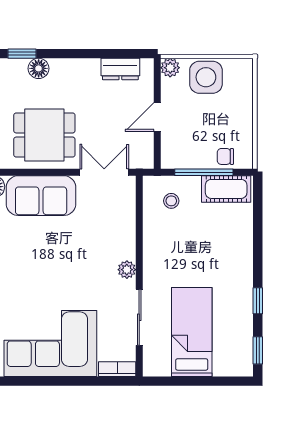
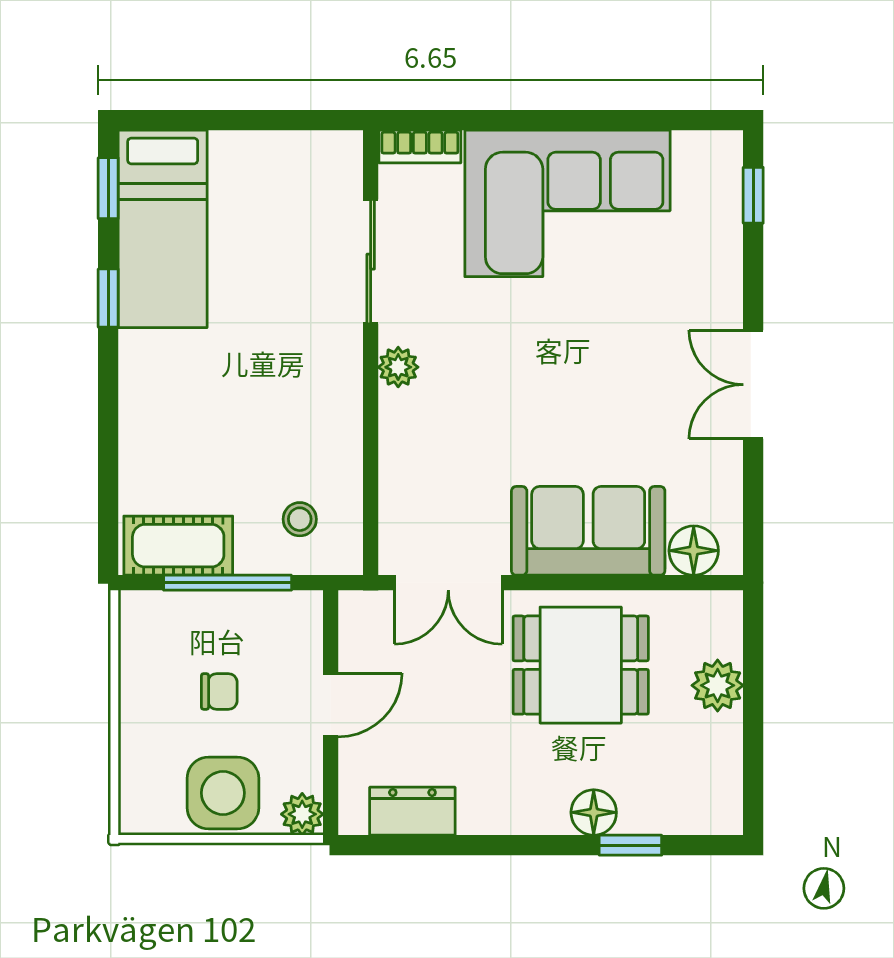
chair: (225, 156) -> (219, 691), moved
bed: (192, 332) -> (163, 229), moved

